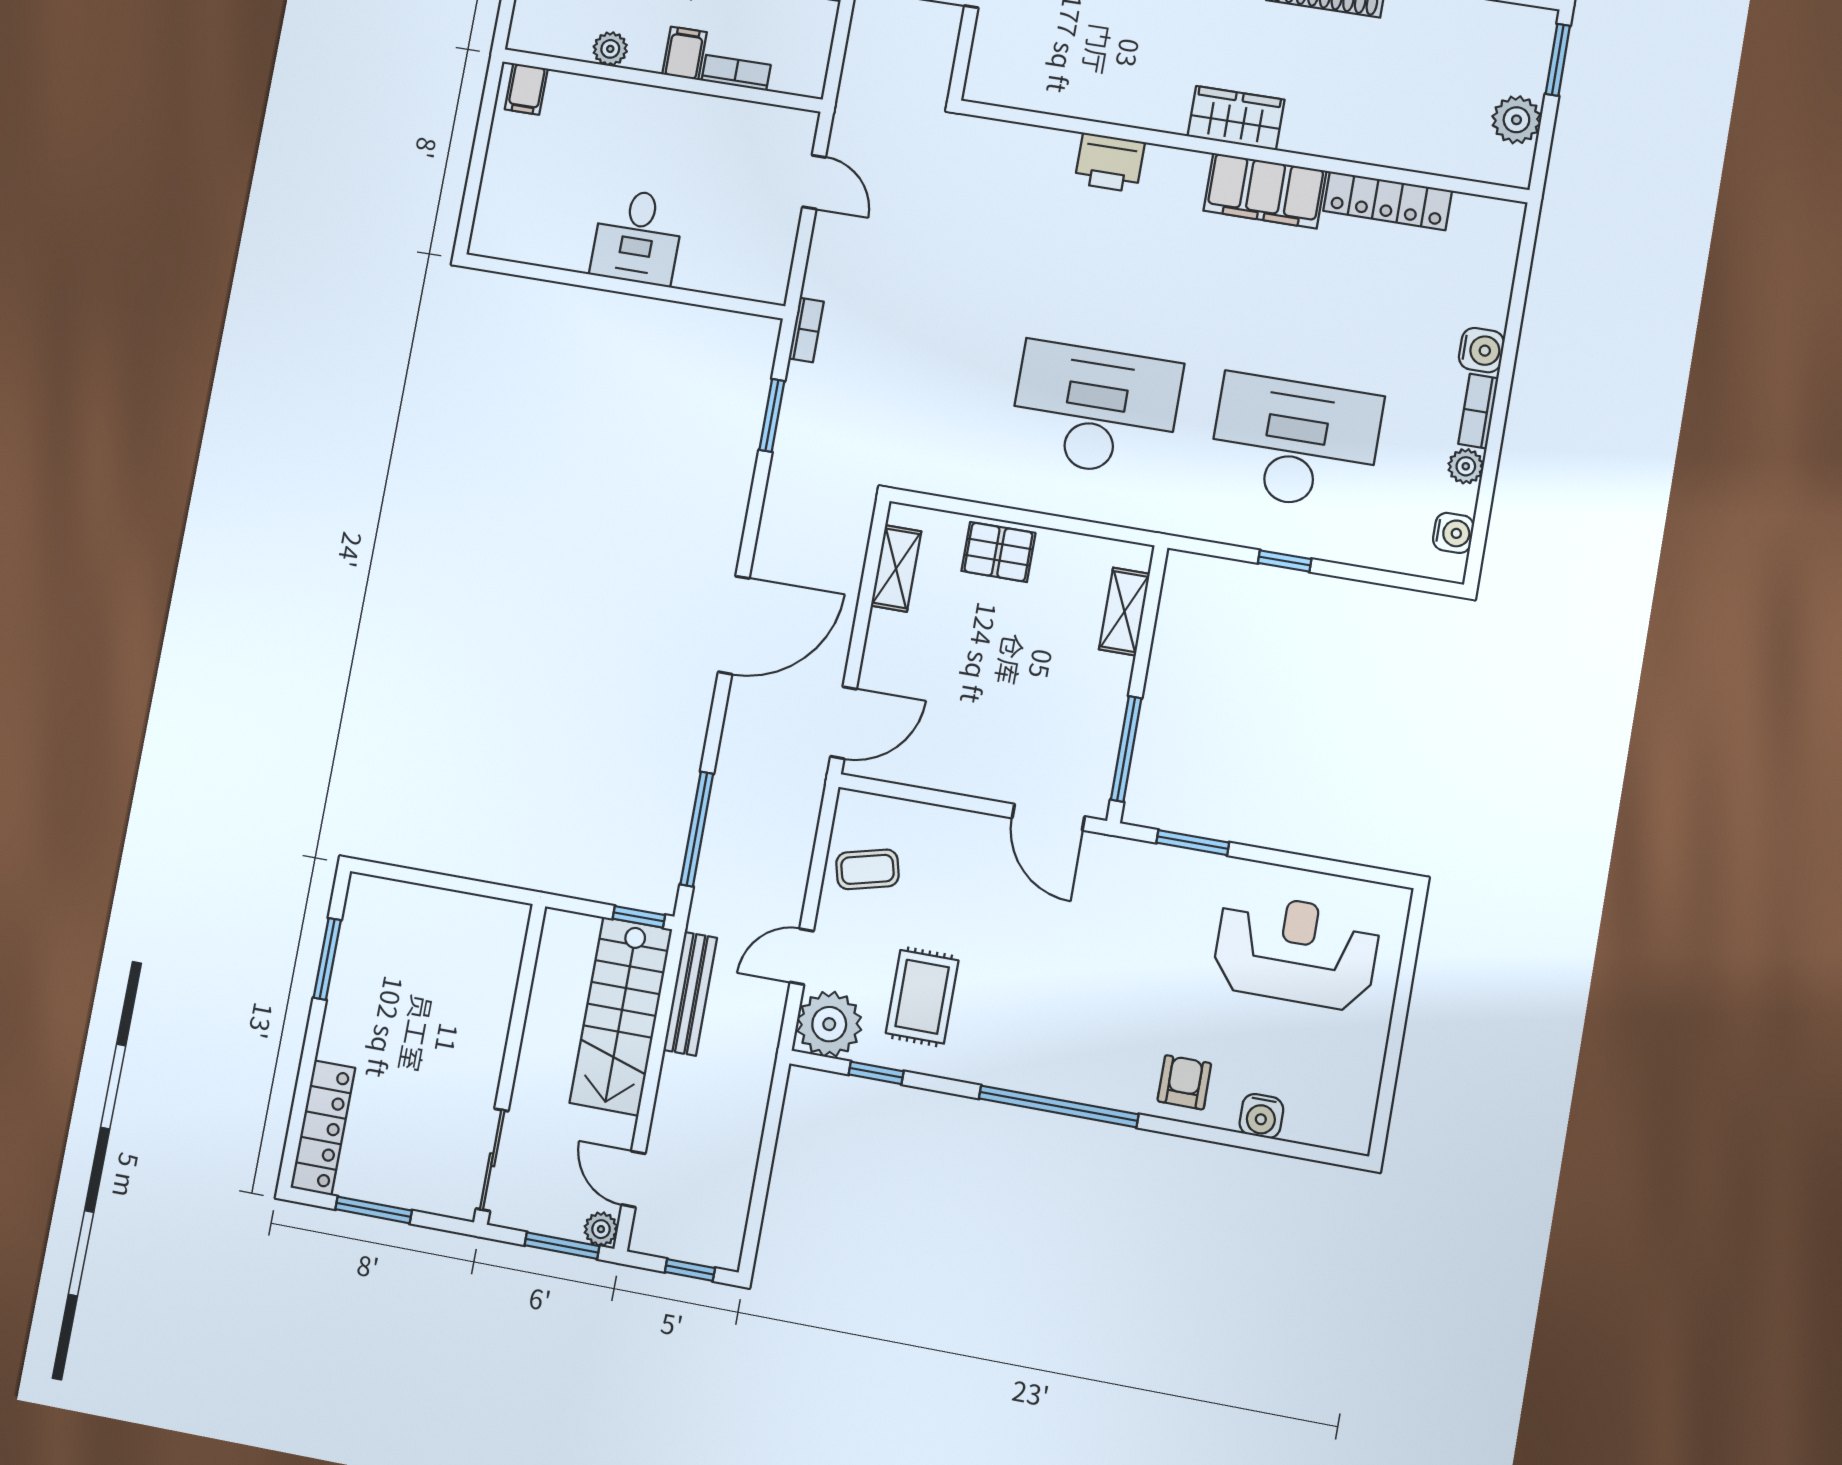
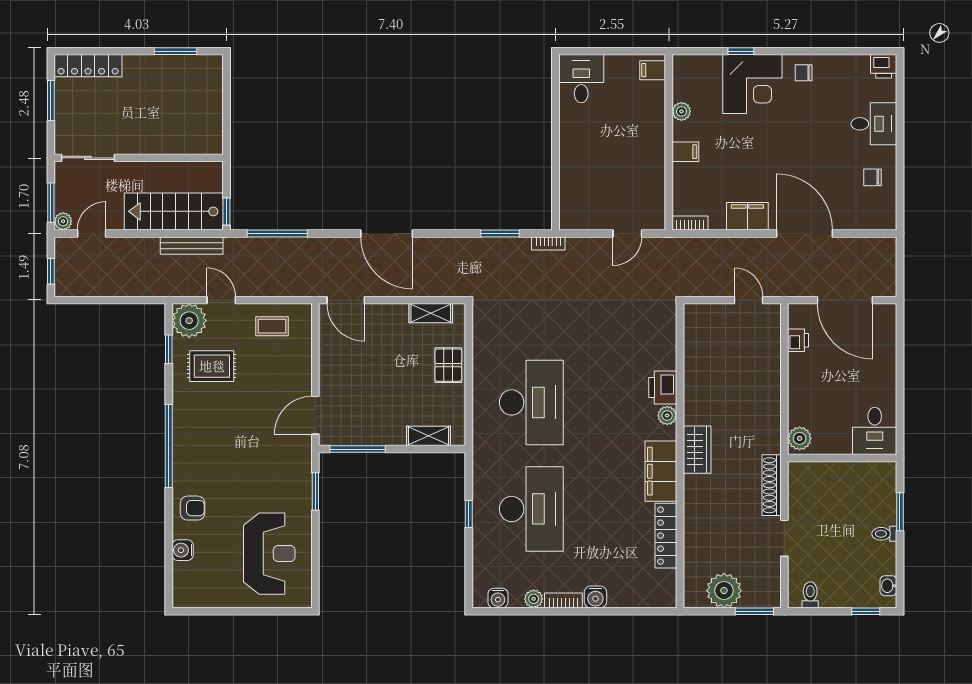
bookcase: (736, 73) -> (690, 223), moved, turned -90
plant: (1516, 120) -> (724, 591), width x1.36, depth x1.36
plant: (1163, 163) -> (667, 416), added
desk: (637, 237) -> (581, 79), moved, turned 90
coffee table: (867, 869) -> (272, 326), turned -76

